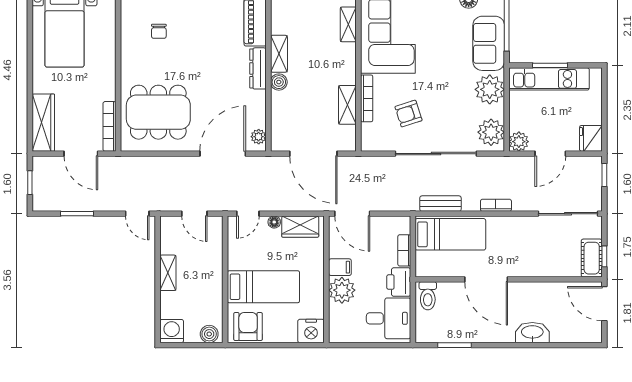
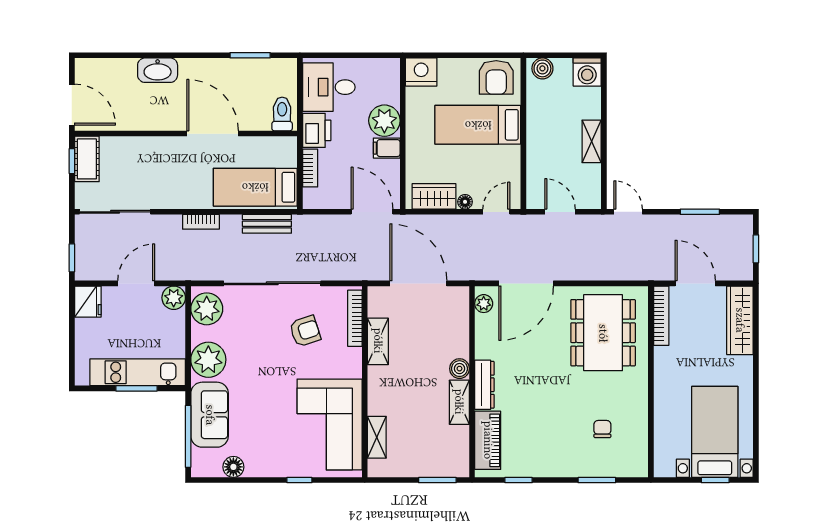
bookcase: (367, 98) -> (355, 318), moved
dining table: (158, 112) -> (603, 333), turned 90

